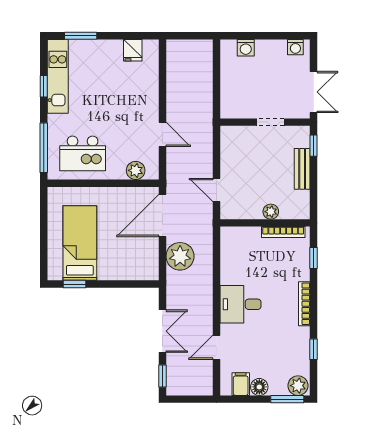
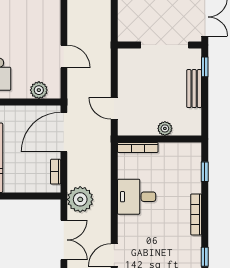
doorway: (271, 122) -> (165, 45), width x1.87
bookcase: (283, 232) -> (138, 147), moved
plant: (180, 256) -> (80, 199), moved
bookcase: (154, 258) -> (56, 172), added
desk: (240, 304) -> (137, 197), moved

